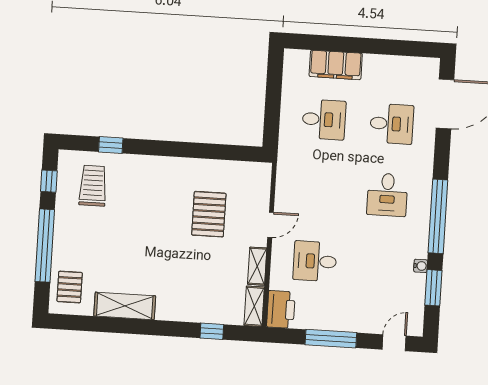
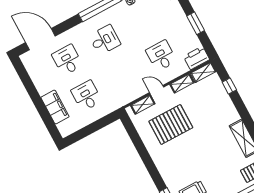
shelving: (262, 192) -> (143, 105), added
pallet: (209, 214) -> (171, 124), width x1.37, depth x1.41
desk: (315, 261) -> (161, 56), turned 180
window: (331, 339) -> (196, 23), width x0.69

